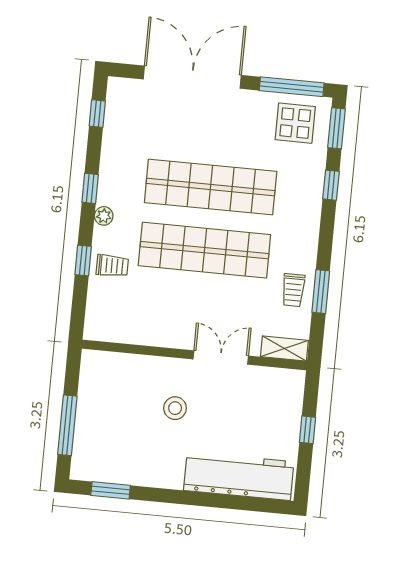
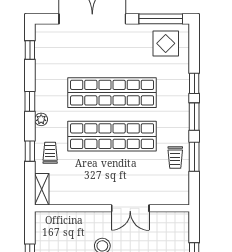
window: (336, 128) -> (194, 117), moved
trolley: (112, 266) -> (50, 153), turned -90
shelving: (284, 349) -> (42, 189), moved, turned 90
double door: (221, 357) -> (130, 208), swing flipped

